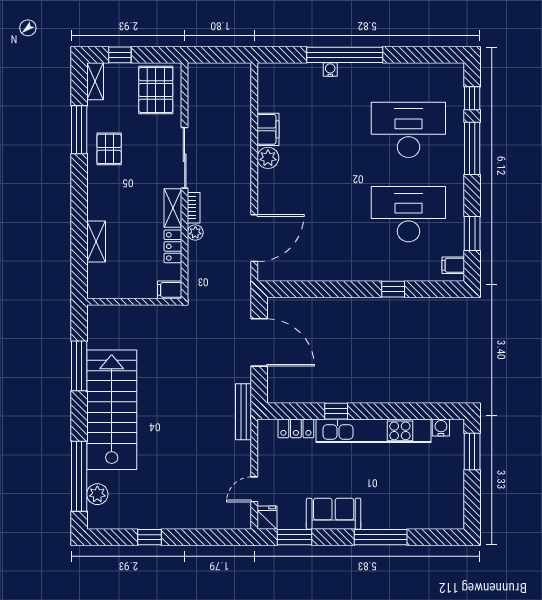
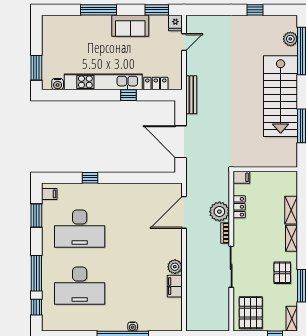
shelving: (173, 208) -> (292, 238), moved
plant: (195, 232) -> (219, 212), width x1.88, depth x1.88

